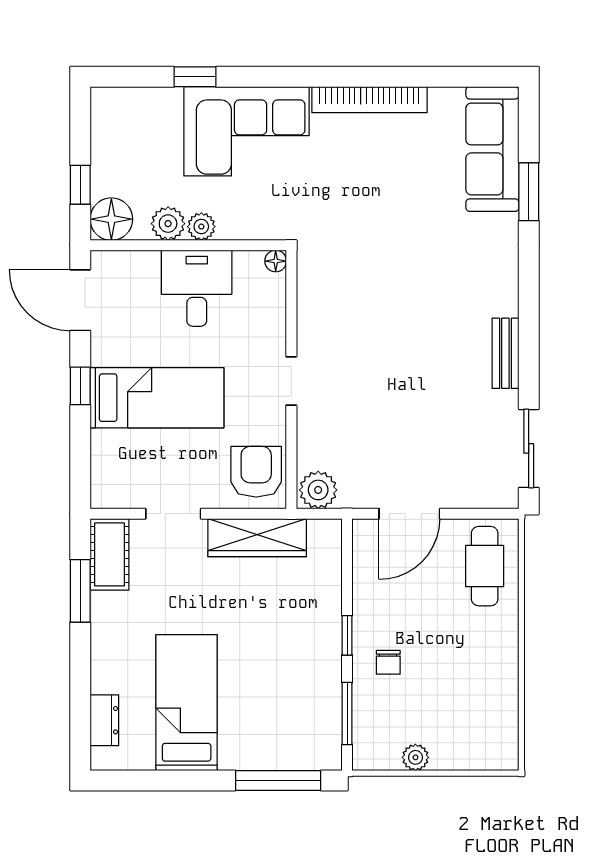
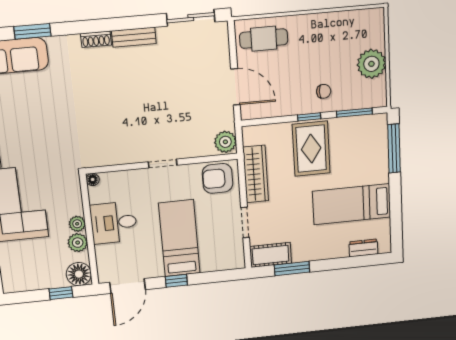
shoe rack: (507, 292) -> (96, 39), added
rug: (292, 636) -> (311, 149), added
plant: (415, 757) -> (371, 64), width x1.87, depth x1.87

